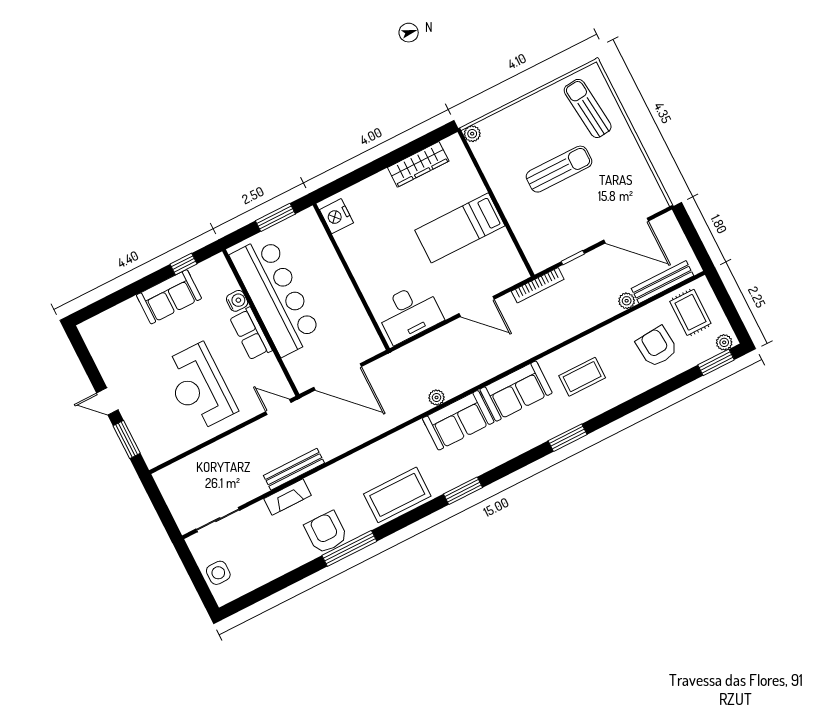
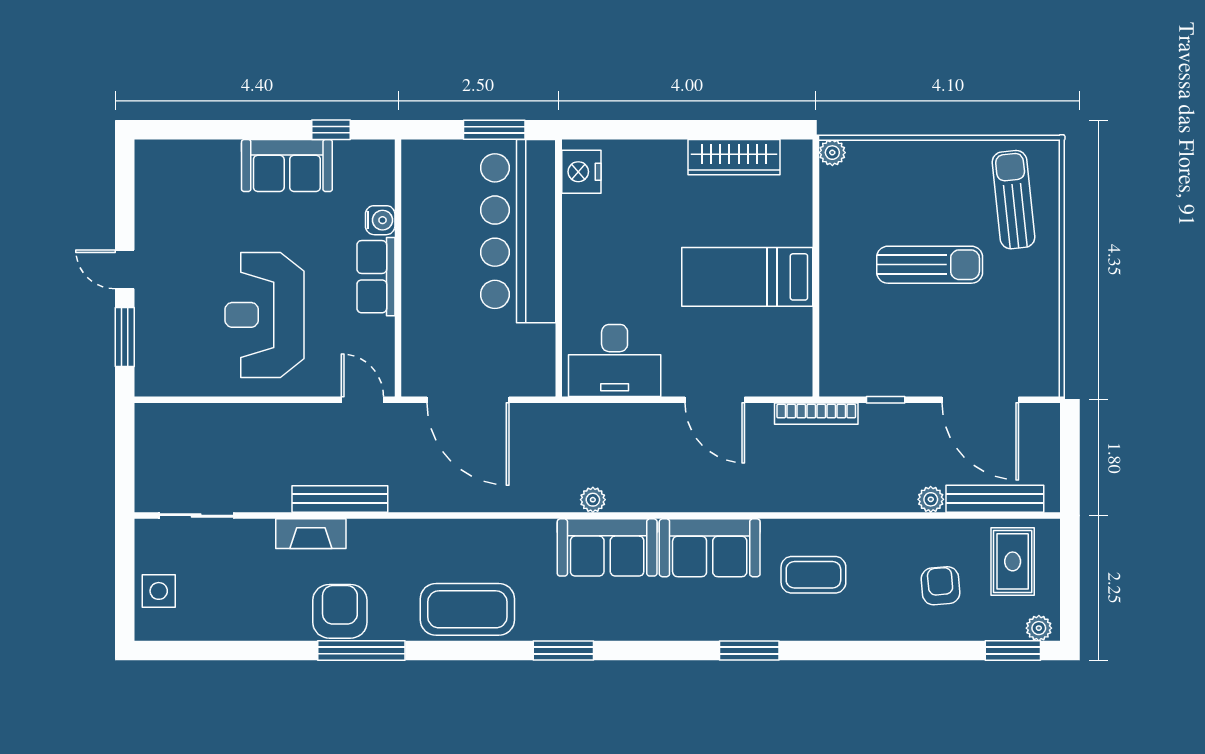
bar counter: (276, 296) -> (518, 231), moved, turned 180
armchair: (657, 347) -> (940, 586), width x0.72, depth x0.72

